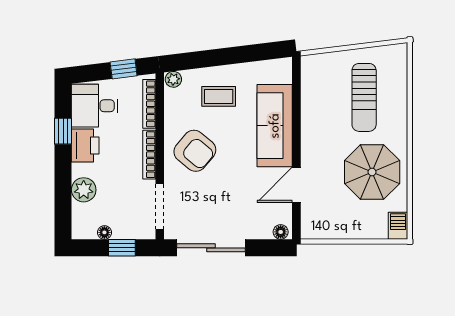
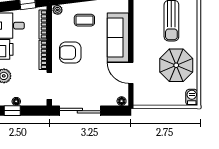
armchair: (195, 151) -> (70, 53), turned 140
door: (296, 185) -> (131, 73), hinge flipped
window: (122, 248) -> (12, 111), moved

